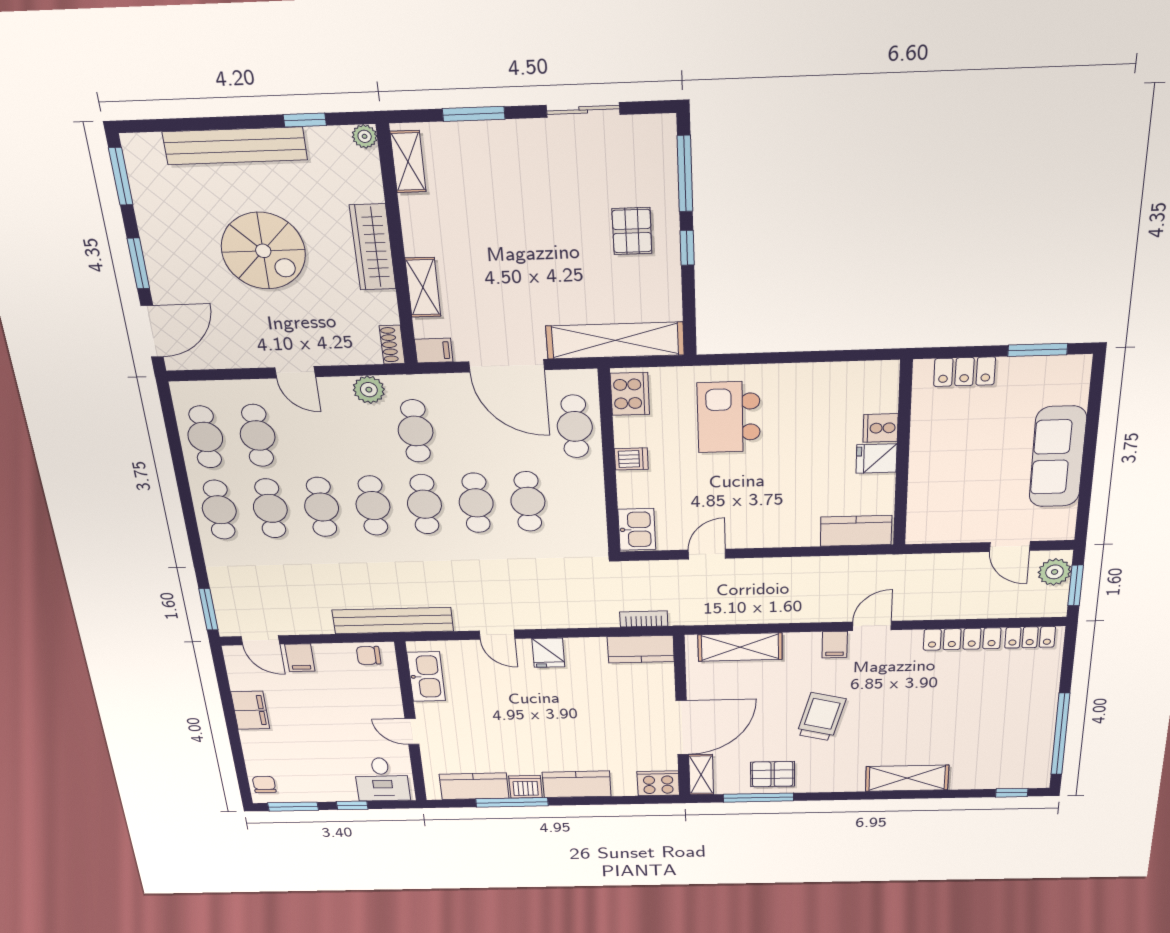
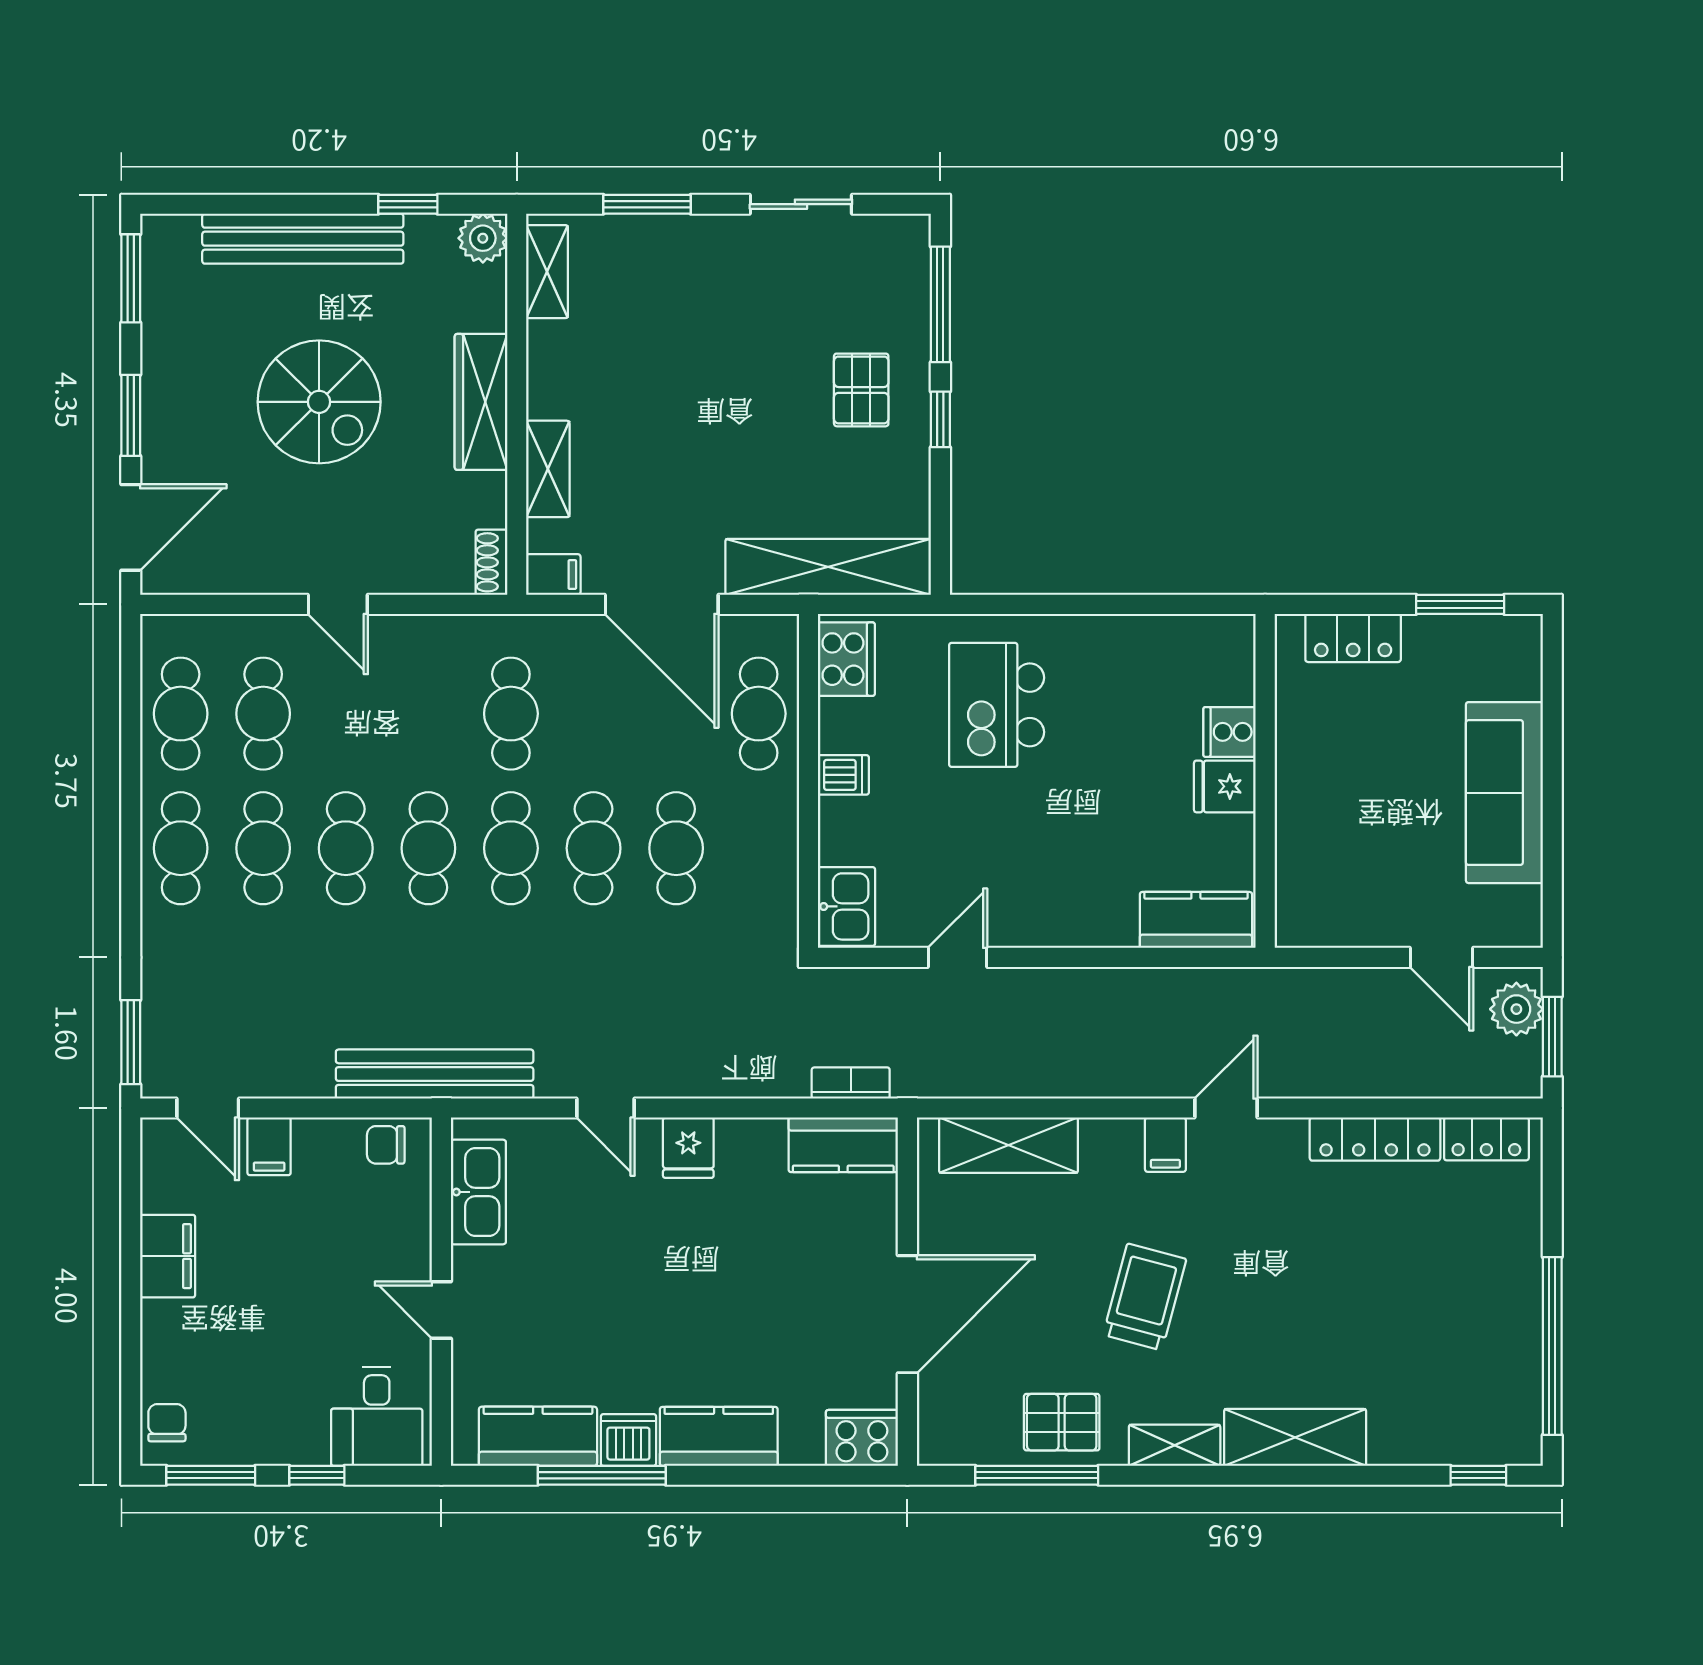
plant: (365, 136) -> (483, 238), width x1.38, depth x1.38
plant: (369, 390) -> (447, 638), removed
shelving: (701, 775) -> (1175, 1445), moved, turned 90

